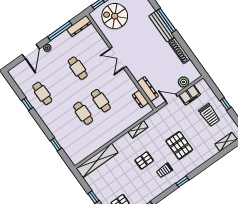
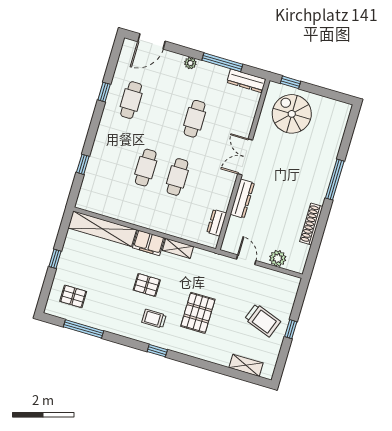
bench: (162, 26) -> (324, 180), removed
door: (31, 52) -> (152, 41), moved
dresser: (148, 89) -> (242, 199), moved
filing cabinet: (190, 95) -> (149, 243), moved
trolley: (209, 115) -> (263, 320), turned -70

